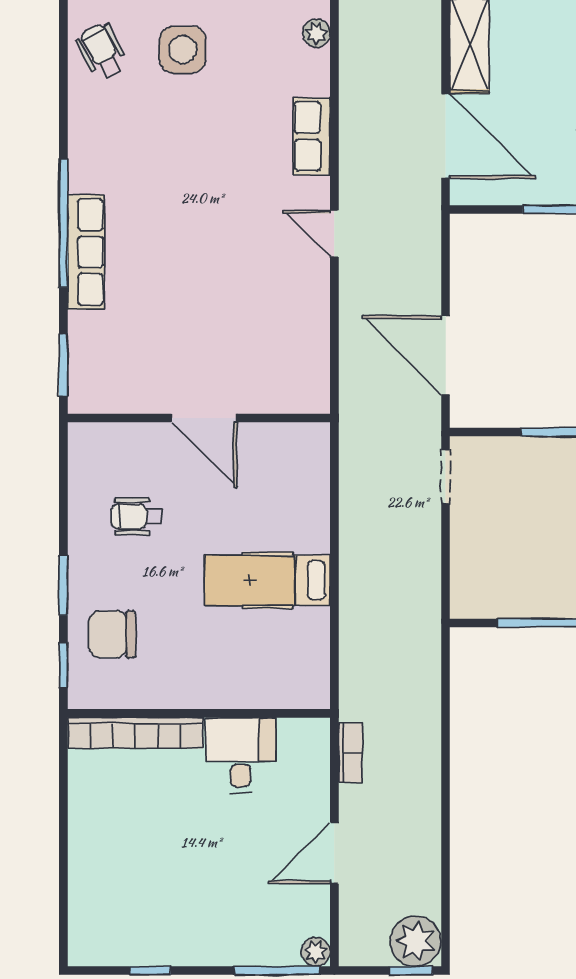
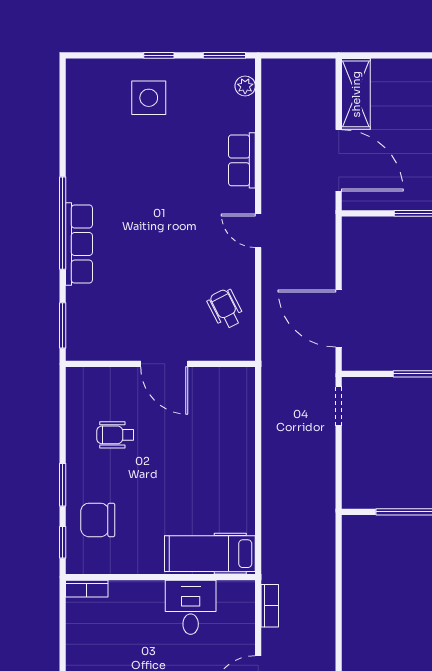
wheelchair: (102, 51) -> (226, 309), moved
hospital bed: (267, 580) -> (210, 554), moved
bookcase: (135, 733) -> (87, 589), width x0.43, depth x0.76

